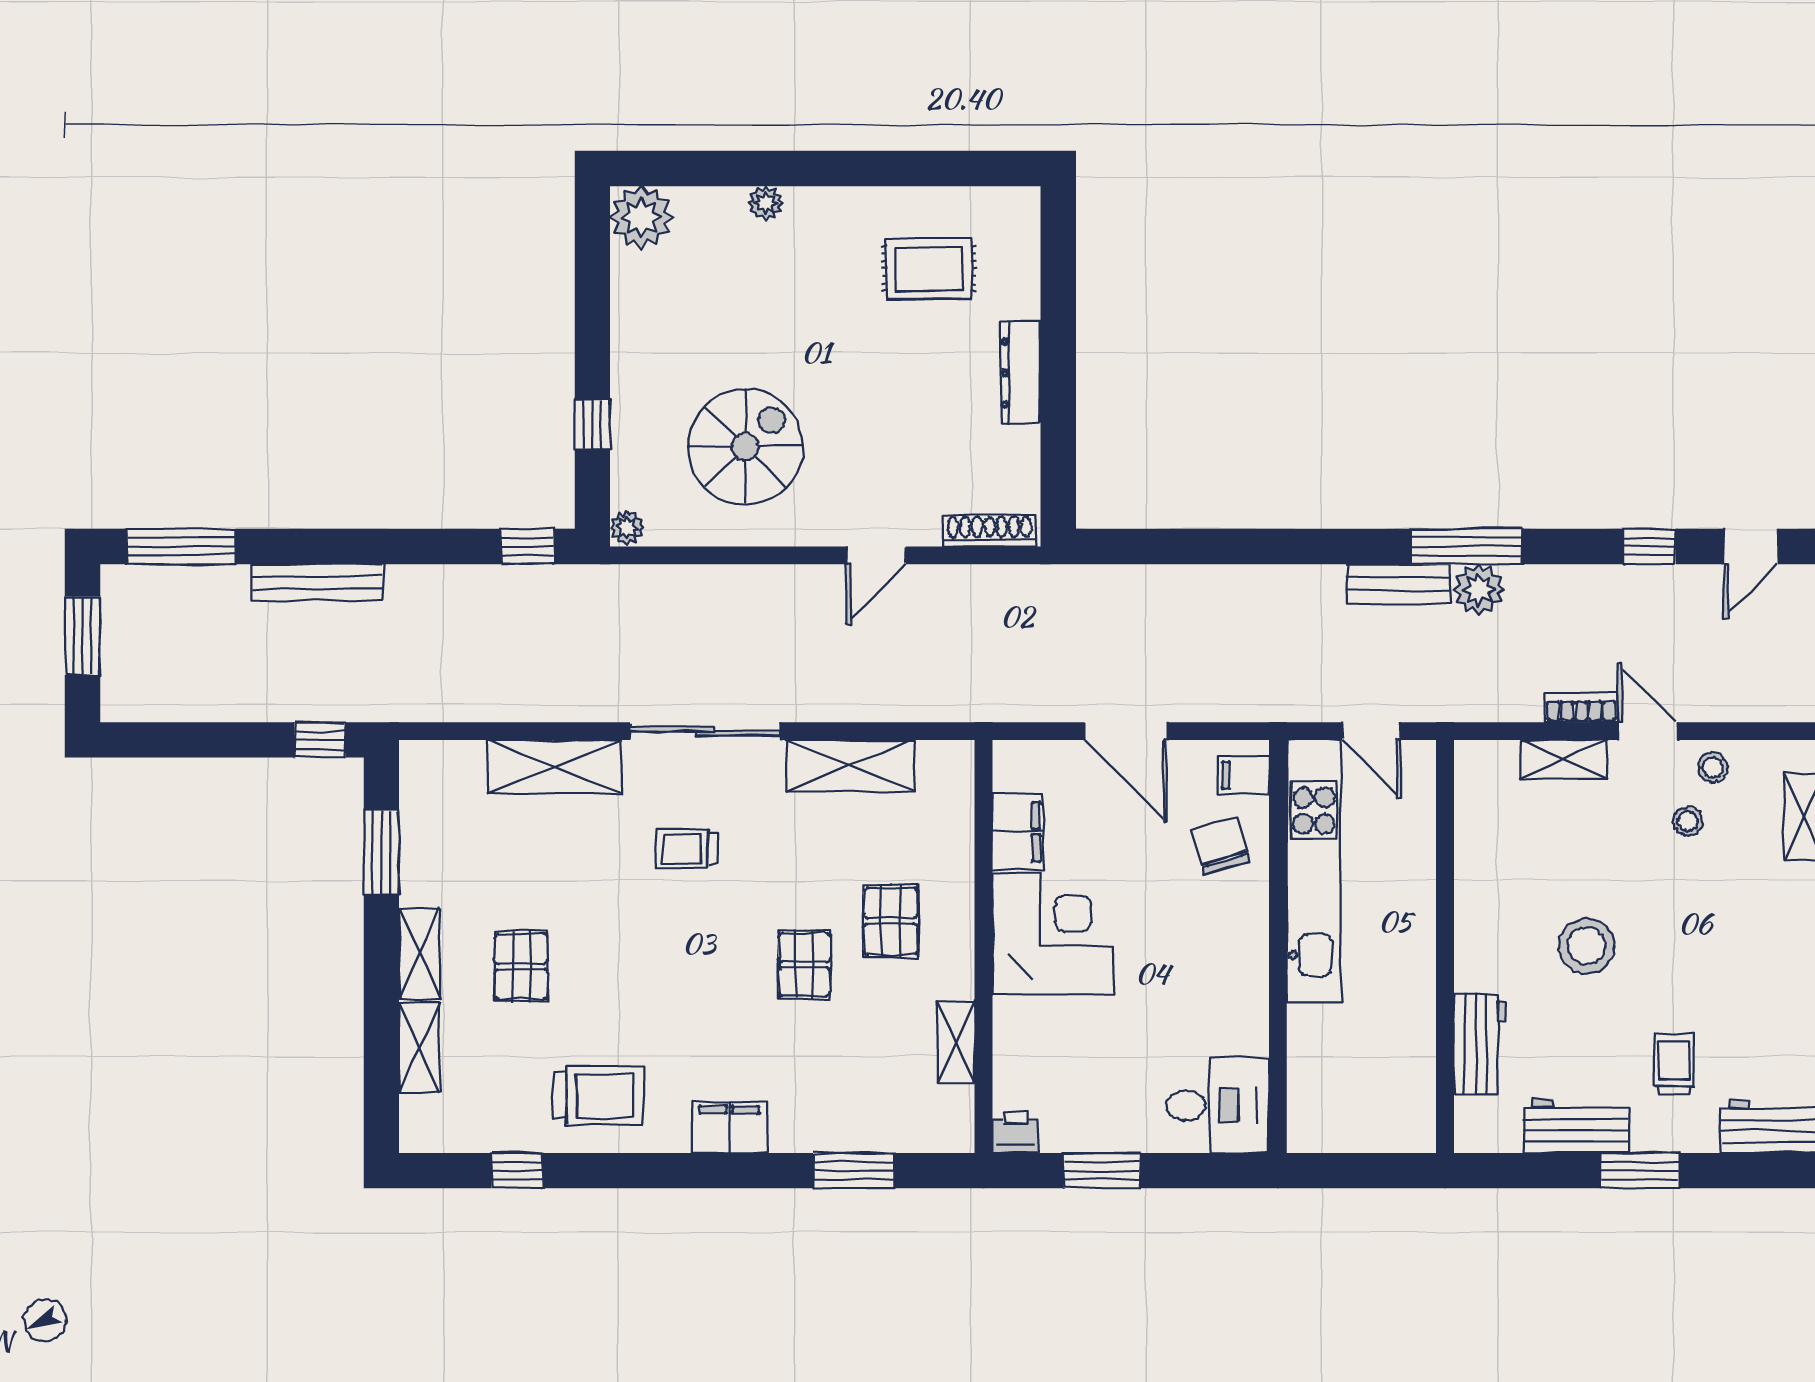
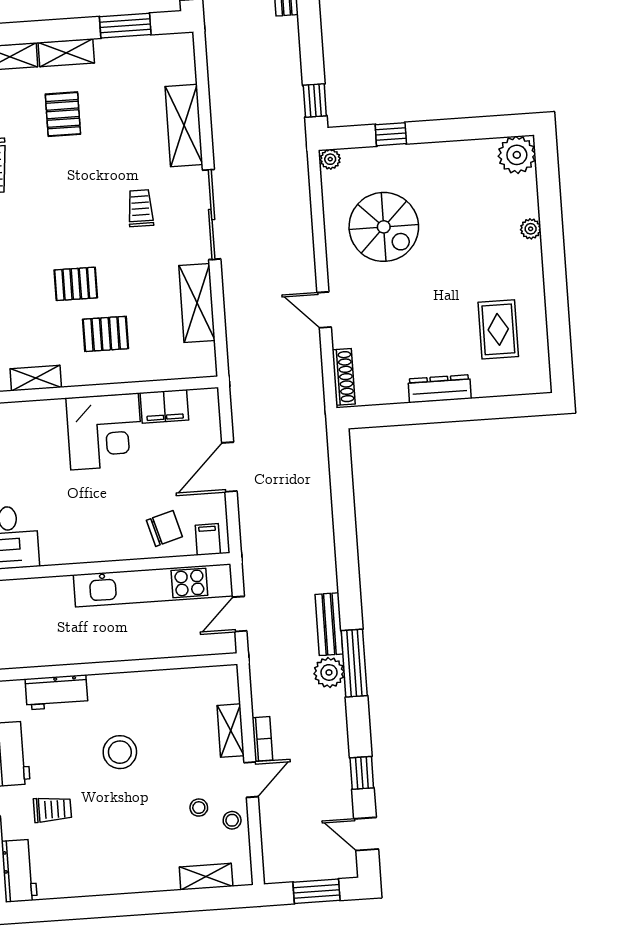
pallet: (521, 966) -> (63, 114), turned 90

